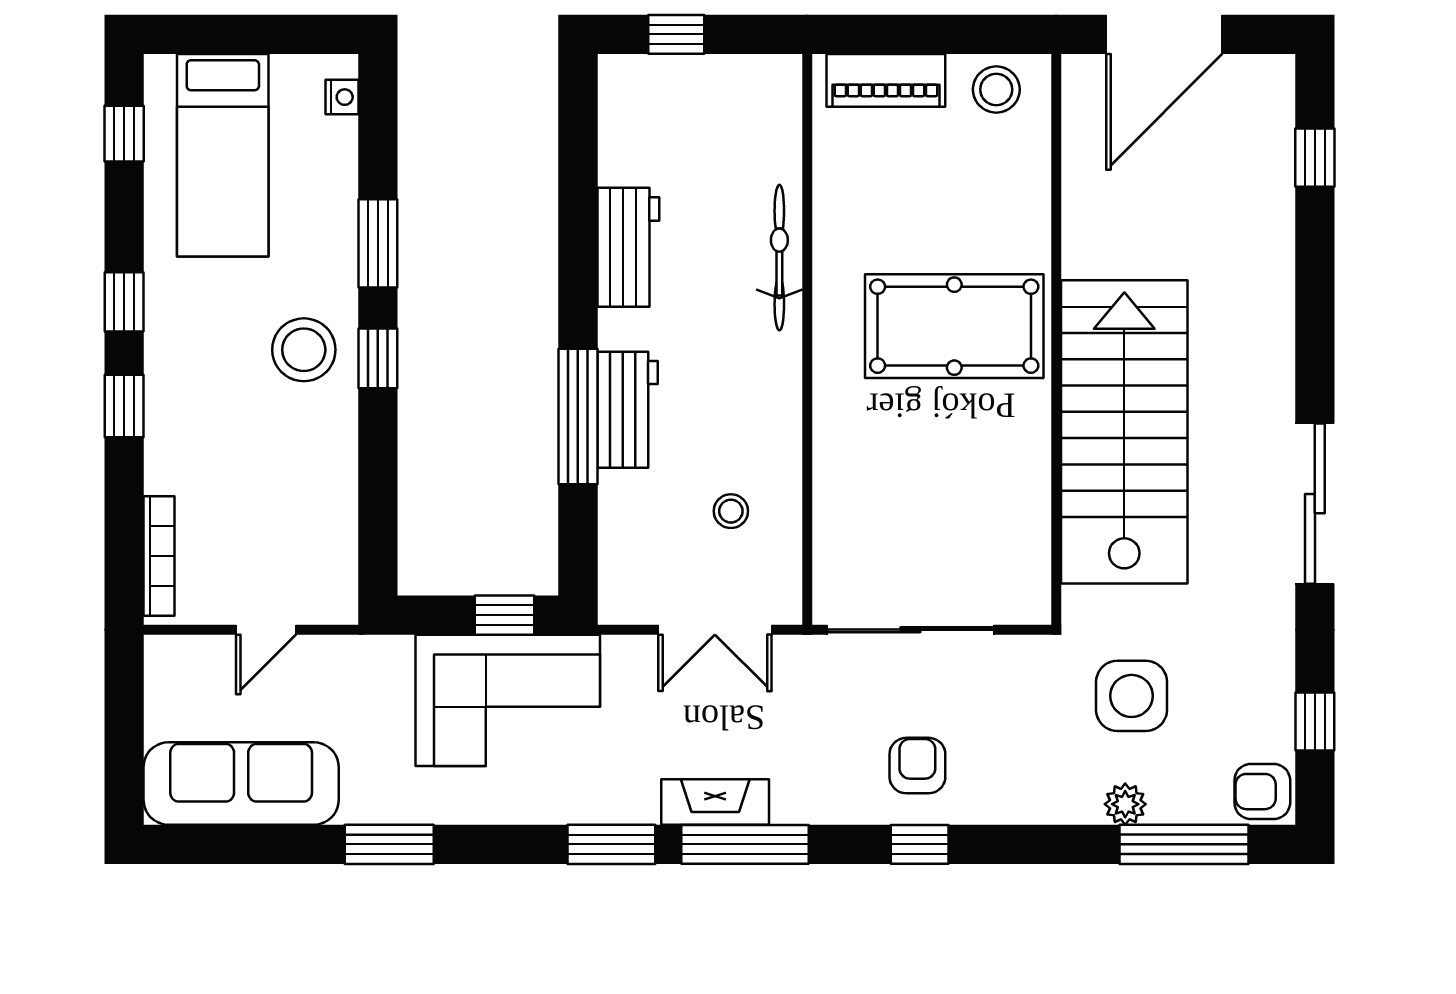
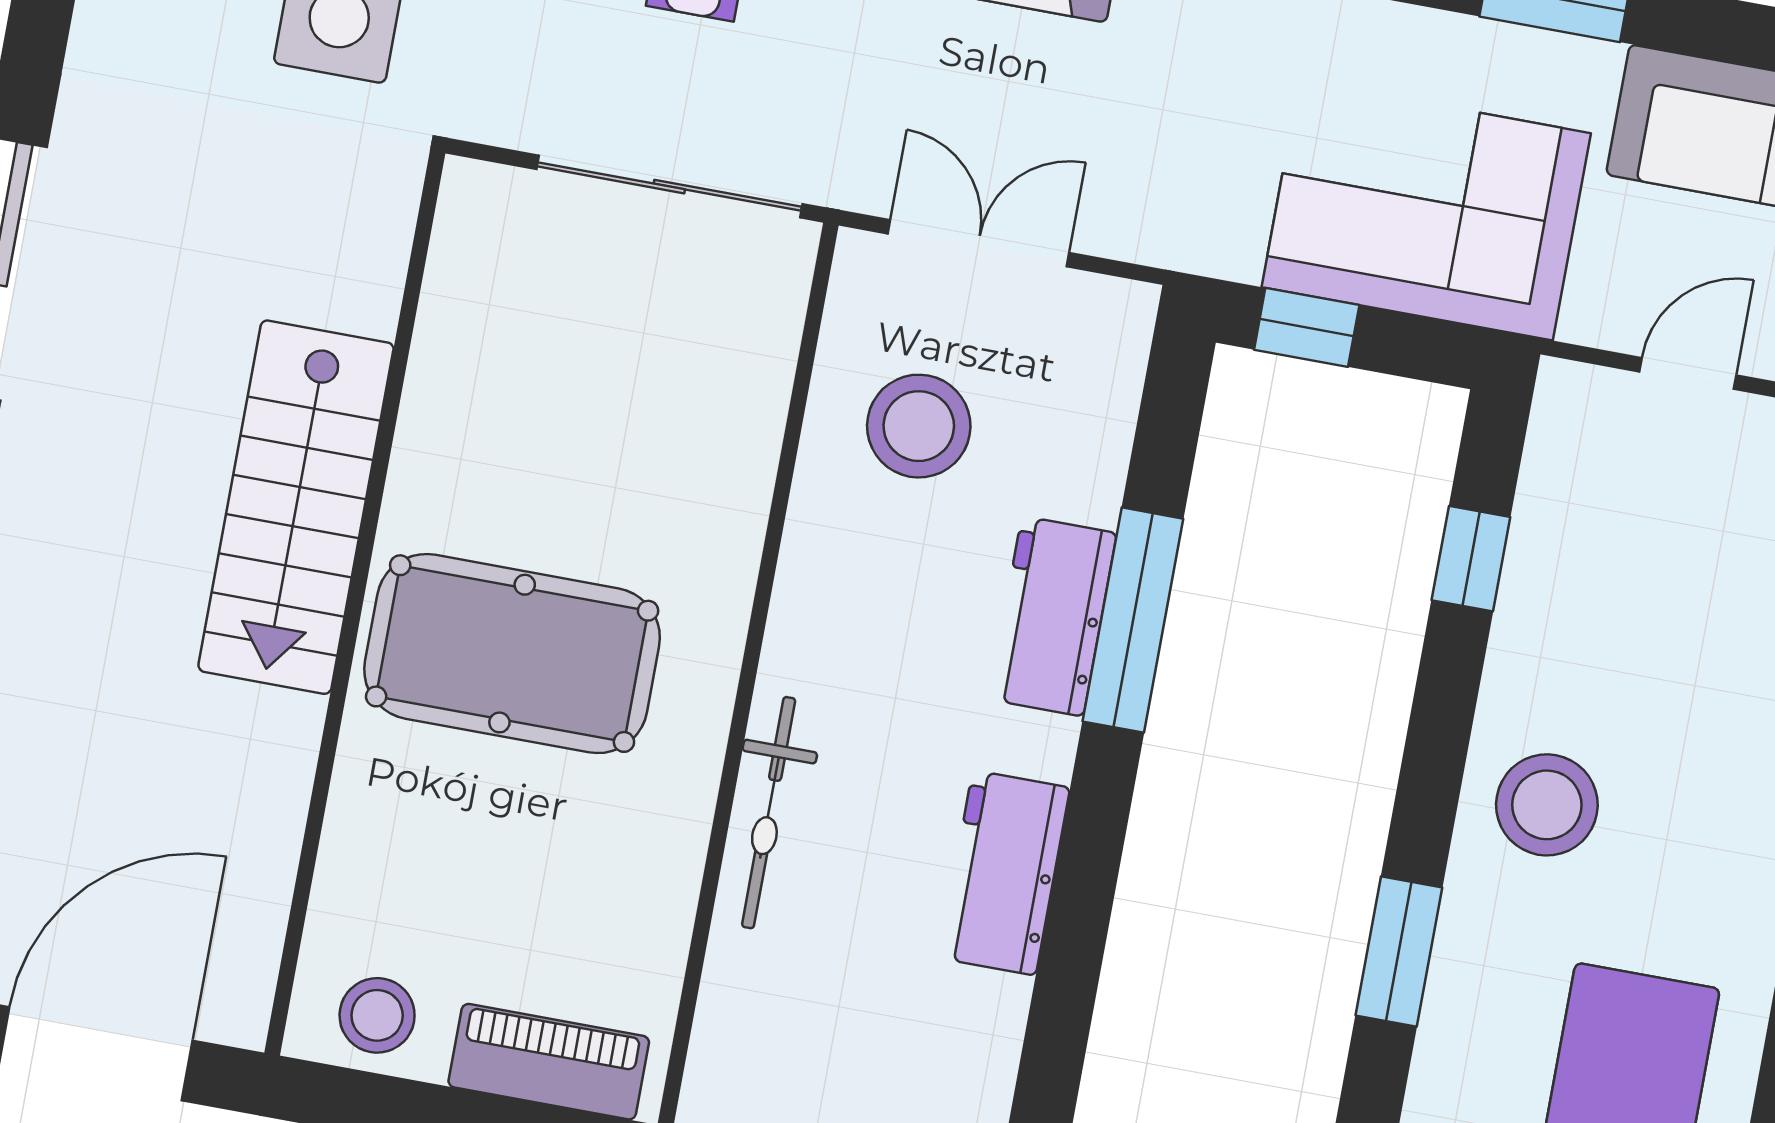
window: (378, 358) -> (1471, 559), moved
stairs: (1124, 432) -> (296, 507), width x0.73, depth x0.66
stool: (731, 511) -> (919, 426), width x1.89, depth x1.89
corner sofa: (508, 700) -> (1426, 210), moved

